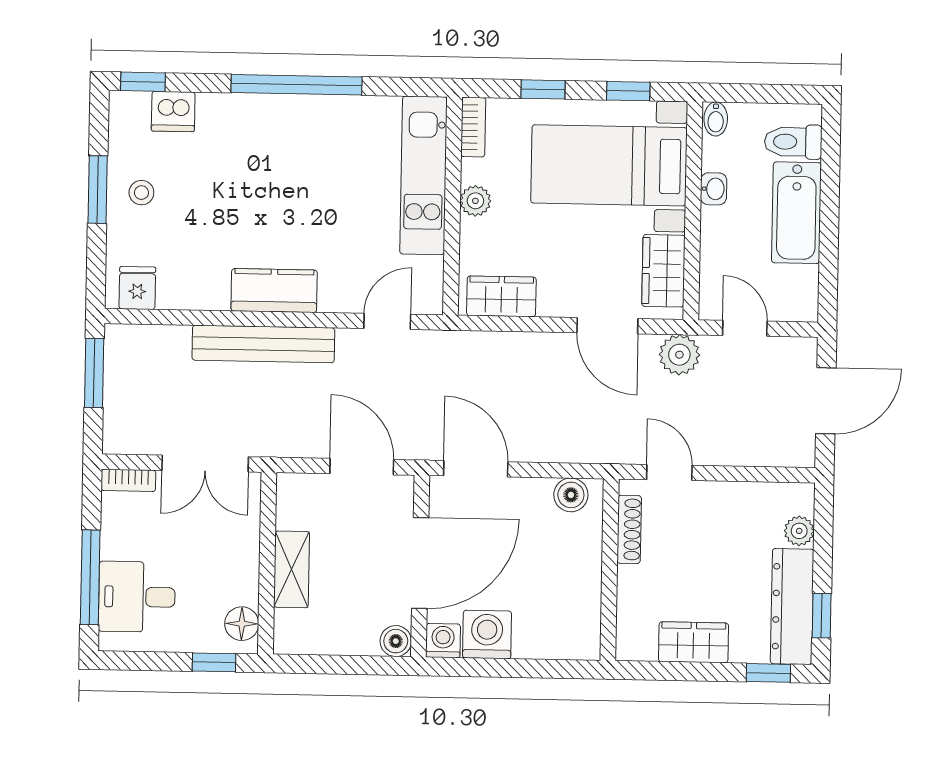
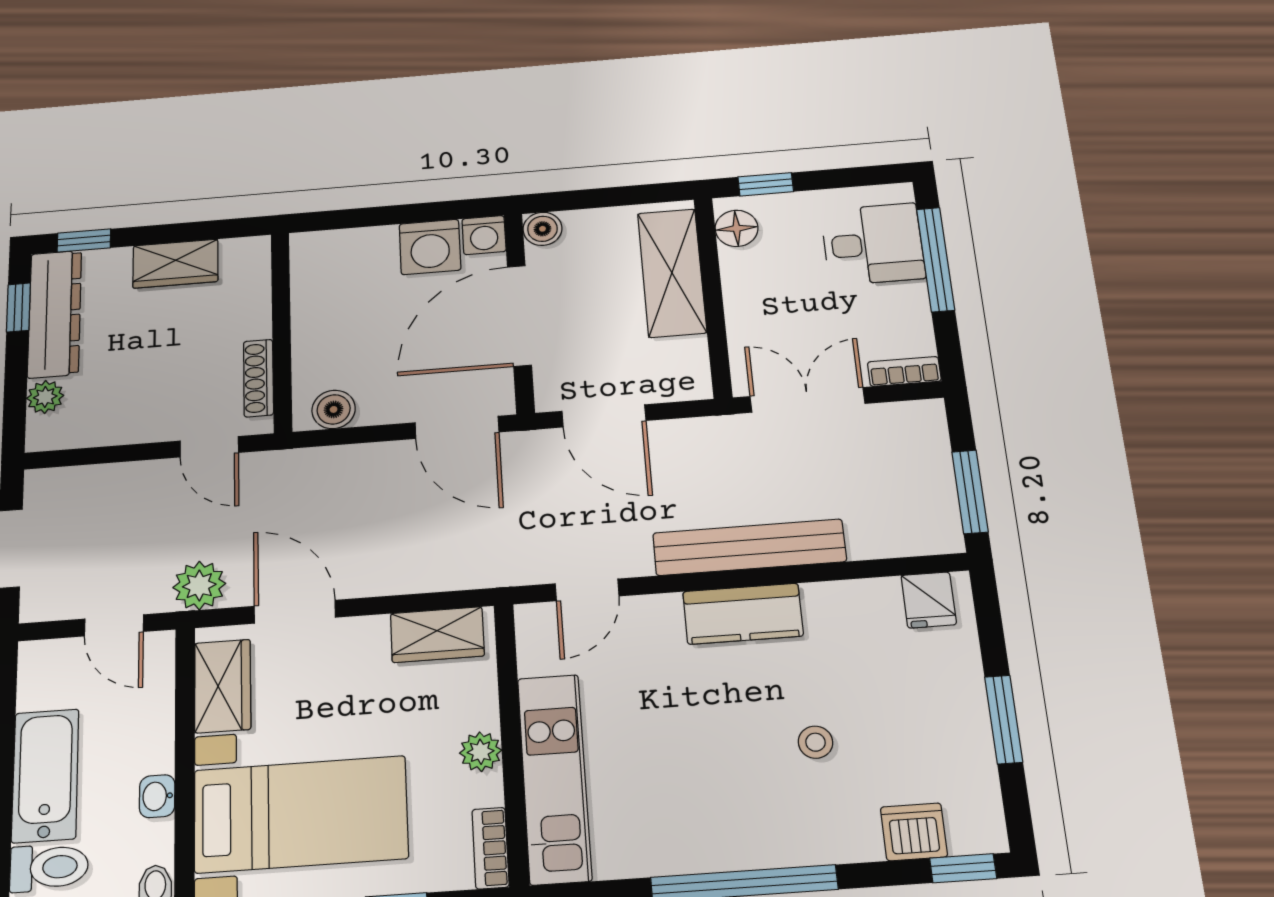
stool: (141, 193) -> (816, 742), moved
shelving: (292, 569) -> (672, 273), width x1.50, depth x1.33

